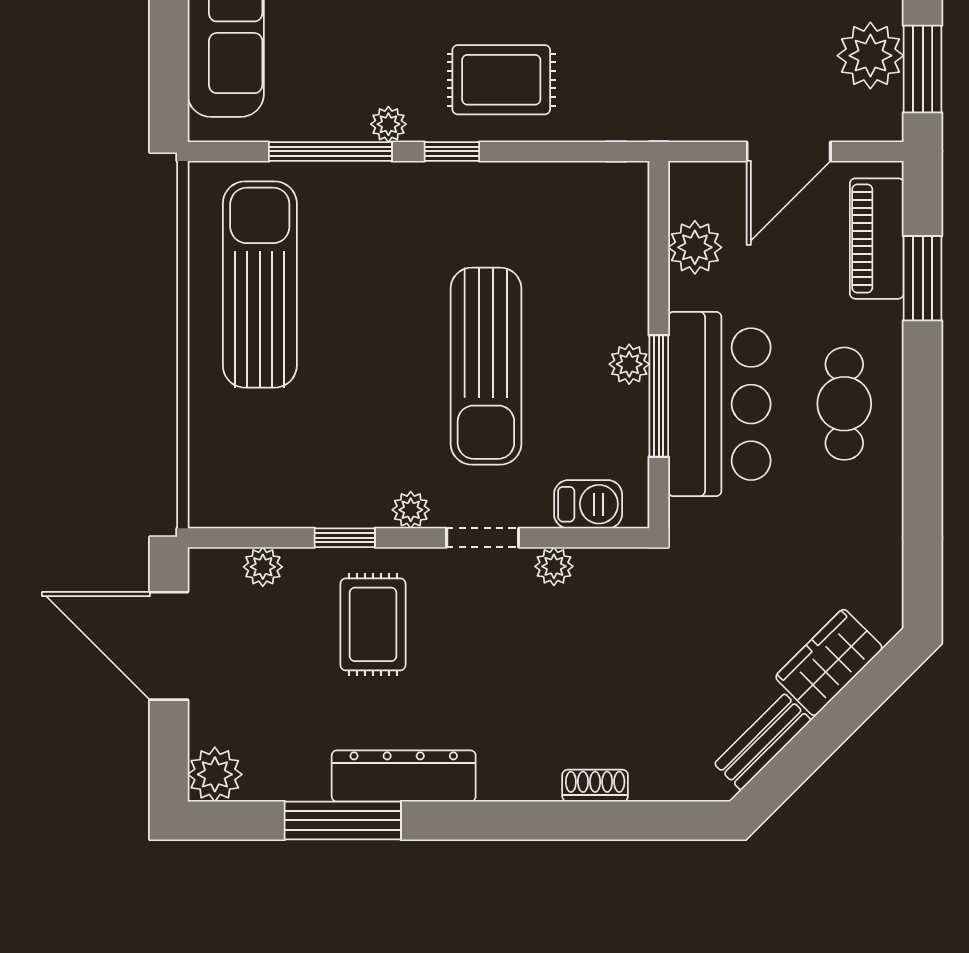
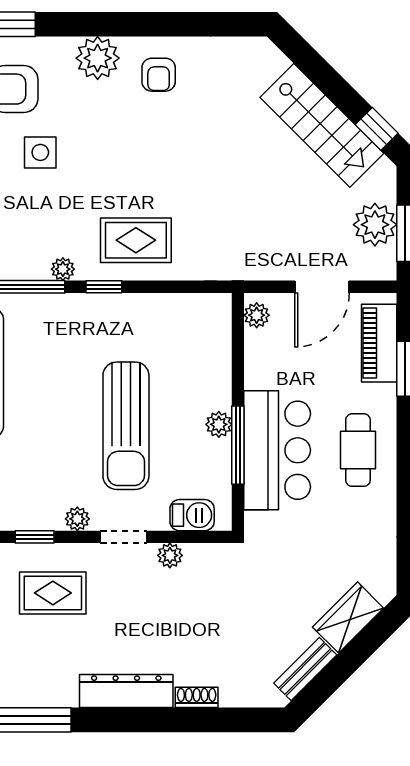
plant: (695, 247) -> (257, 315), moved, width x0.73, depth x0.73
rug: (373, 624) -> (53, 593), turned 90
dresser: (404, 776) -> (126, 691), moved

